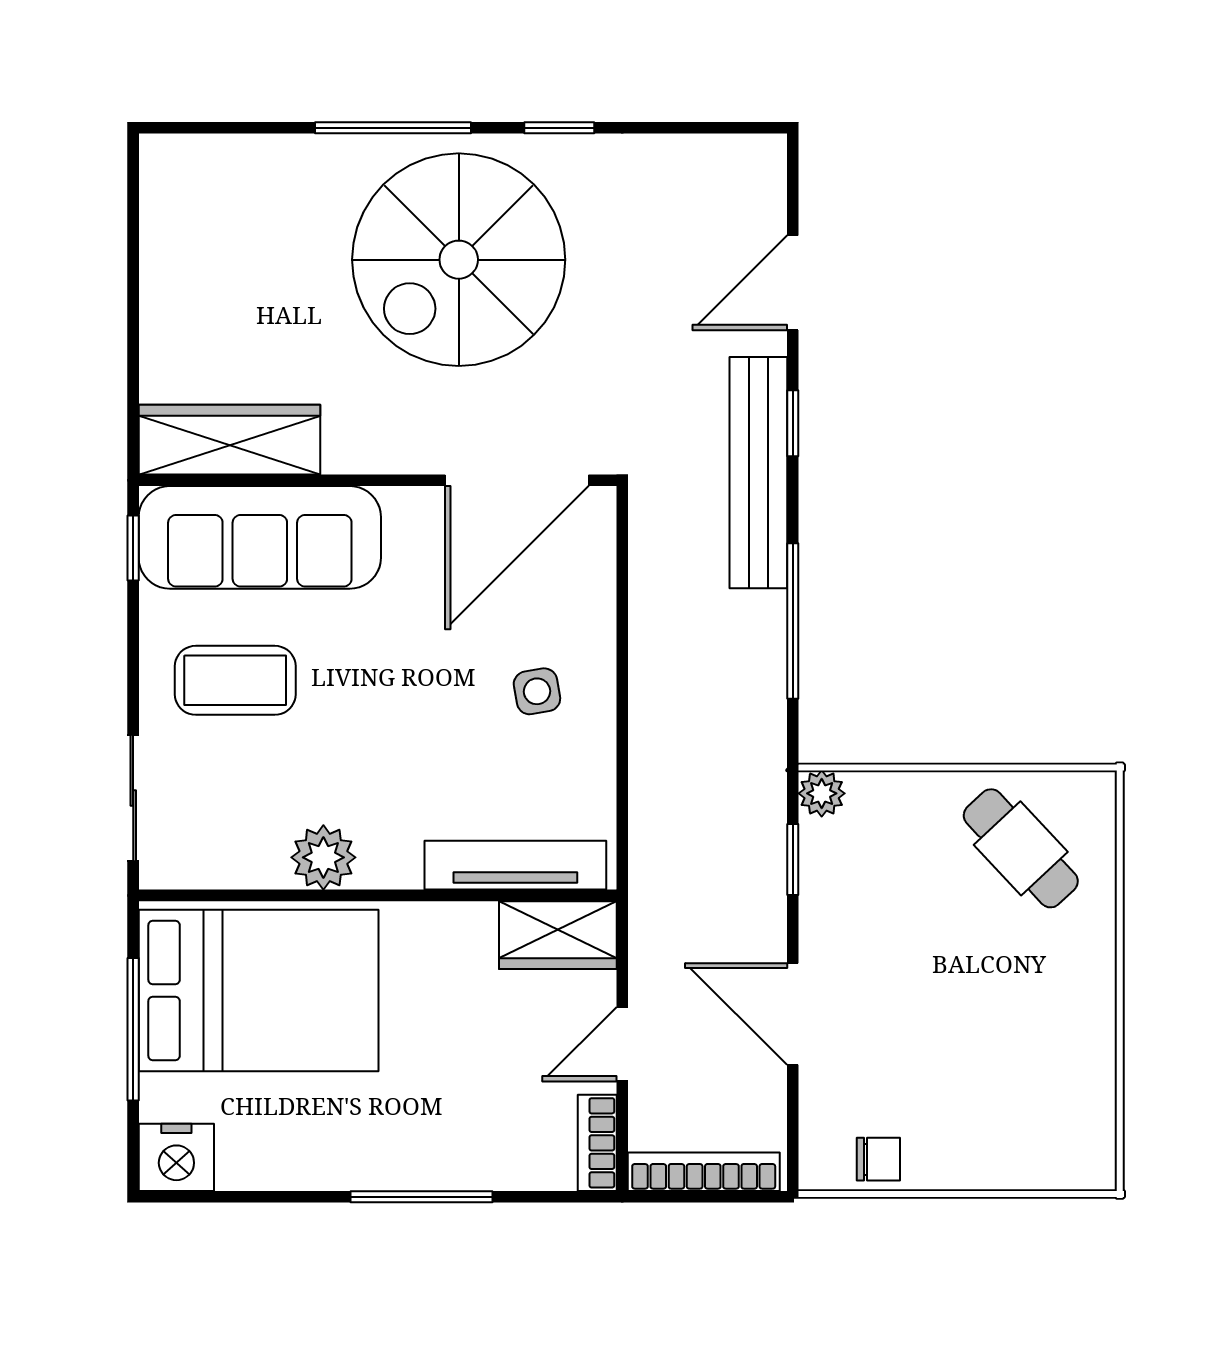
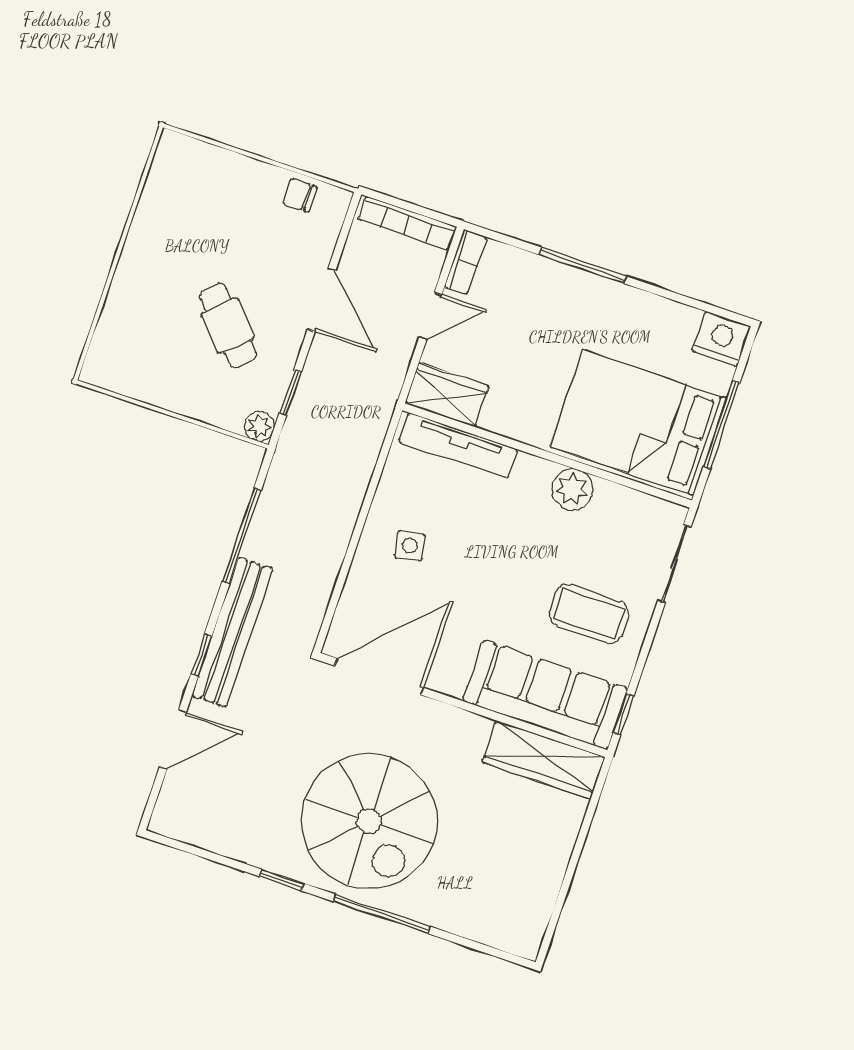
spiral stairs: (459, 260) -> (369, 821), turned 90
cafe table: (1021, 848) -> (228, 326), moved

